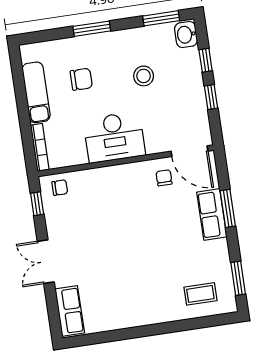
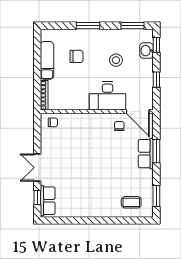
washbasin: (186, 34) -> (147, 51), moved
window: (206, 60) -> (156, 45), moved
desk: (114, 137) -> (108, 96), moved
window: (37, 204) -> (37, 198), moved

